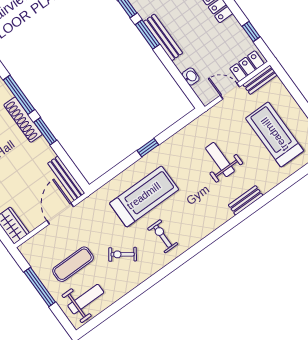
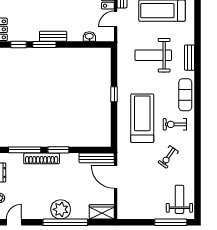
bench: (163, 37) -> (53, 36), width x0.73
weight bench: (220, 160) -> (153, 55), width x1.36, depth x1.33
exercise mat: (73, 264) -> (185, 95), moved
window: (40, 287) -> (171, 222), moved

